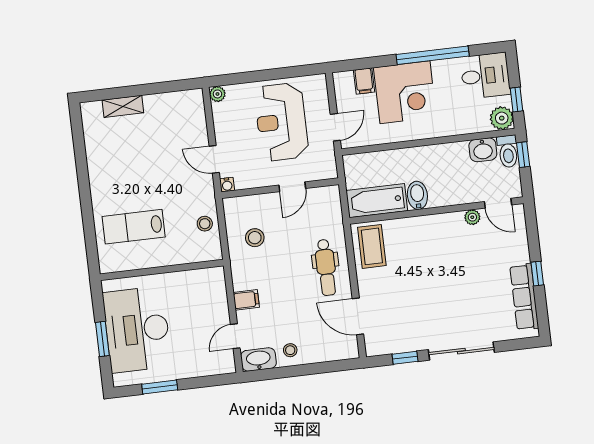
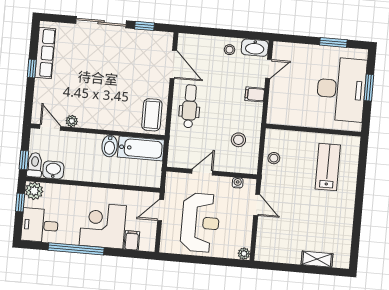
water cooler: (227, 185) -> (238, 183), moved
lab bench: (134, 227) -> (328, 167), turned -90

